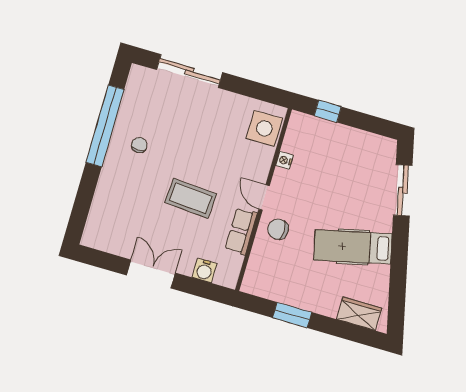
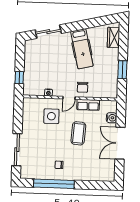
side table: (264, 128) -> (51, 116), moved
double door: (151, 274) -> (120, 143), width x1.37

